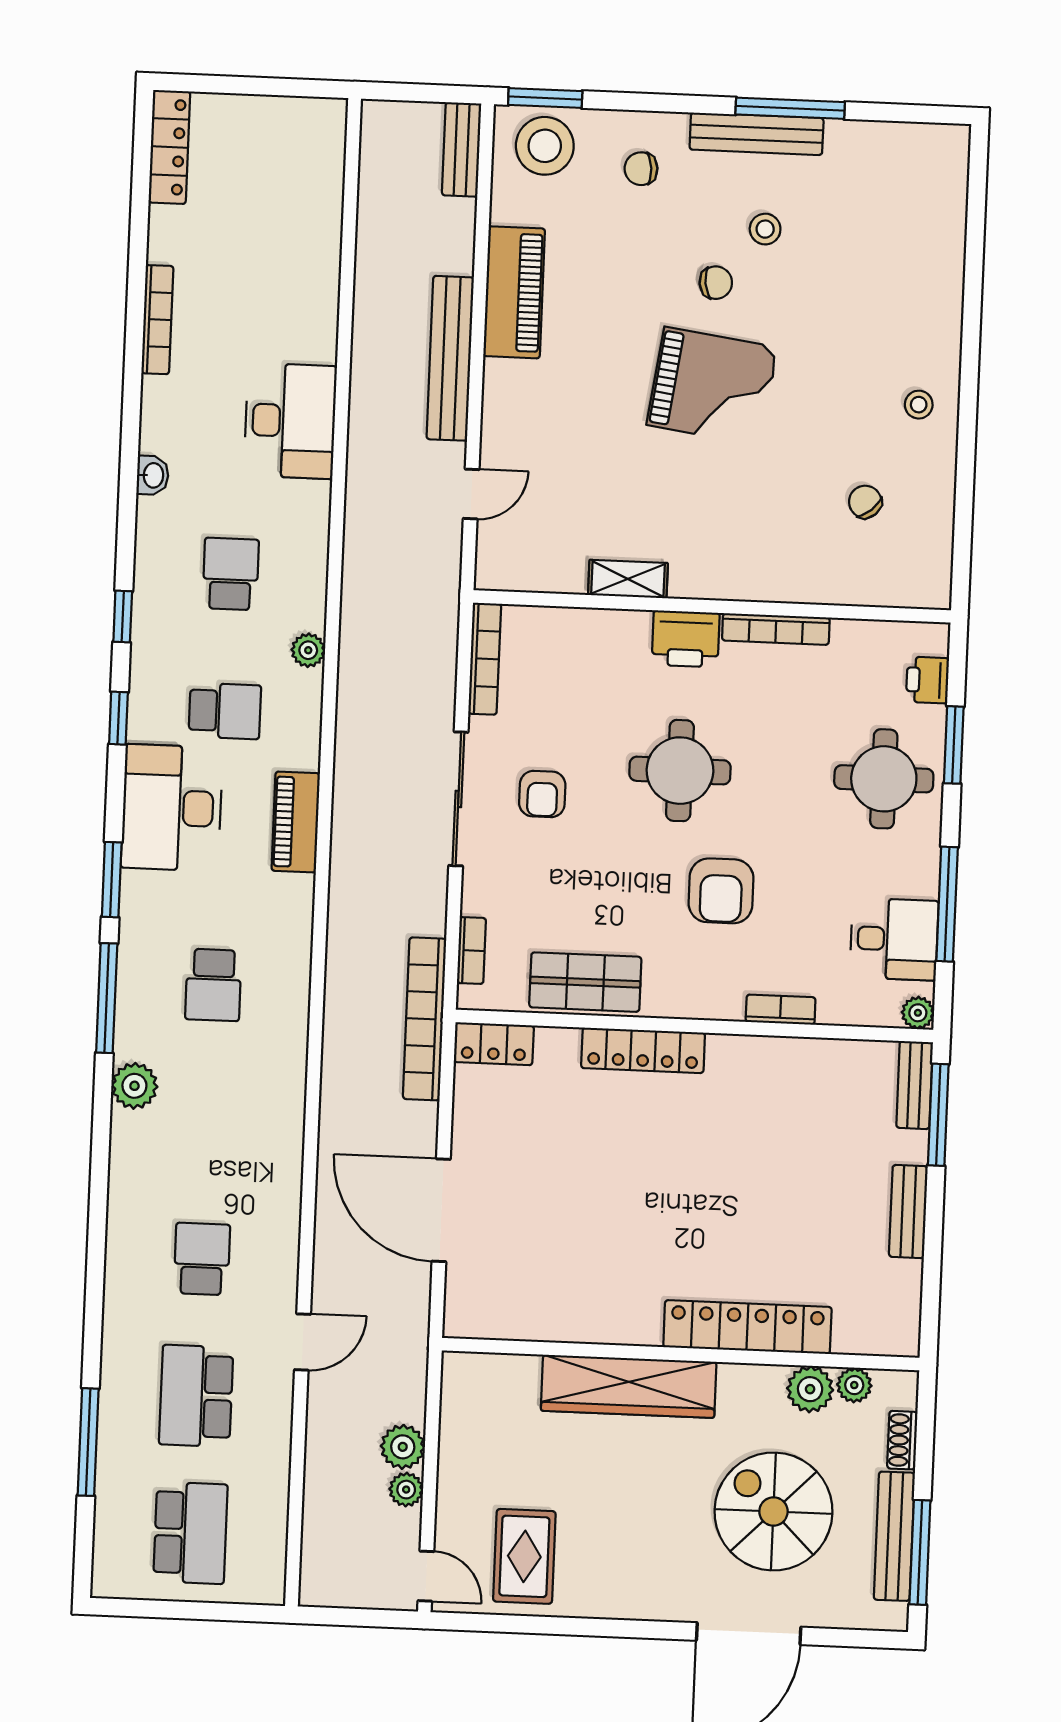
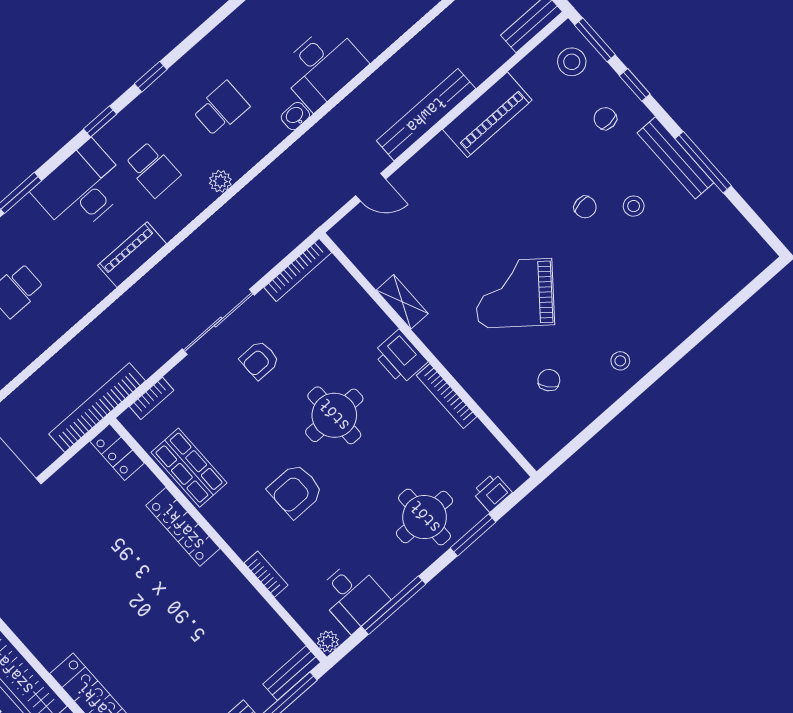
window: (635, 102) -> (635, 85), added
stool: (545, 146) -> (572, 62), width x0.73, depth x0.73
grand piano: (712, 386) -> (515, 293), moved, turned 121
washbasin: (153, 475) -> (295, 116), moved, turned 180

